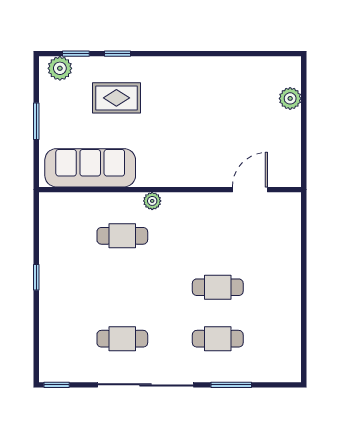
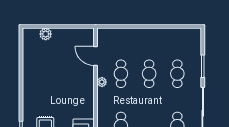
plant: (152, 201) -> (102, 82), moved
cafe table: (218, 236) -> (121, 74), added

